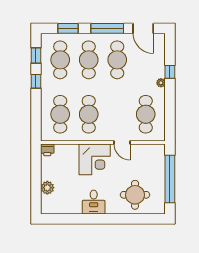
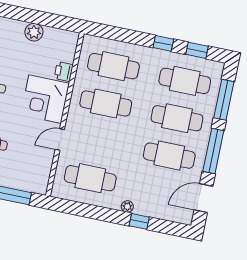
window: (68, 28) -> (224, 100), width x1.44
printer: (47, 150) -> (64, 72), moved
plant: (47, 188) -> (34, 32), moved

